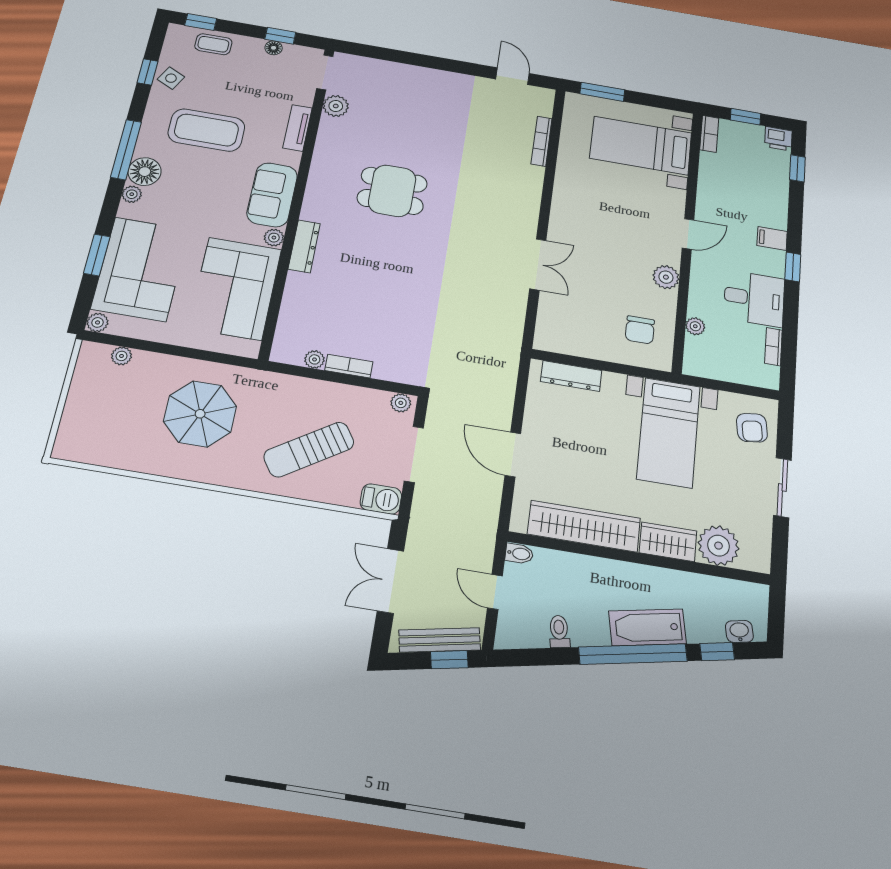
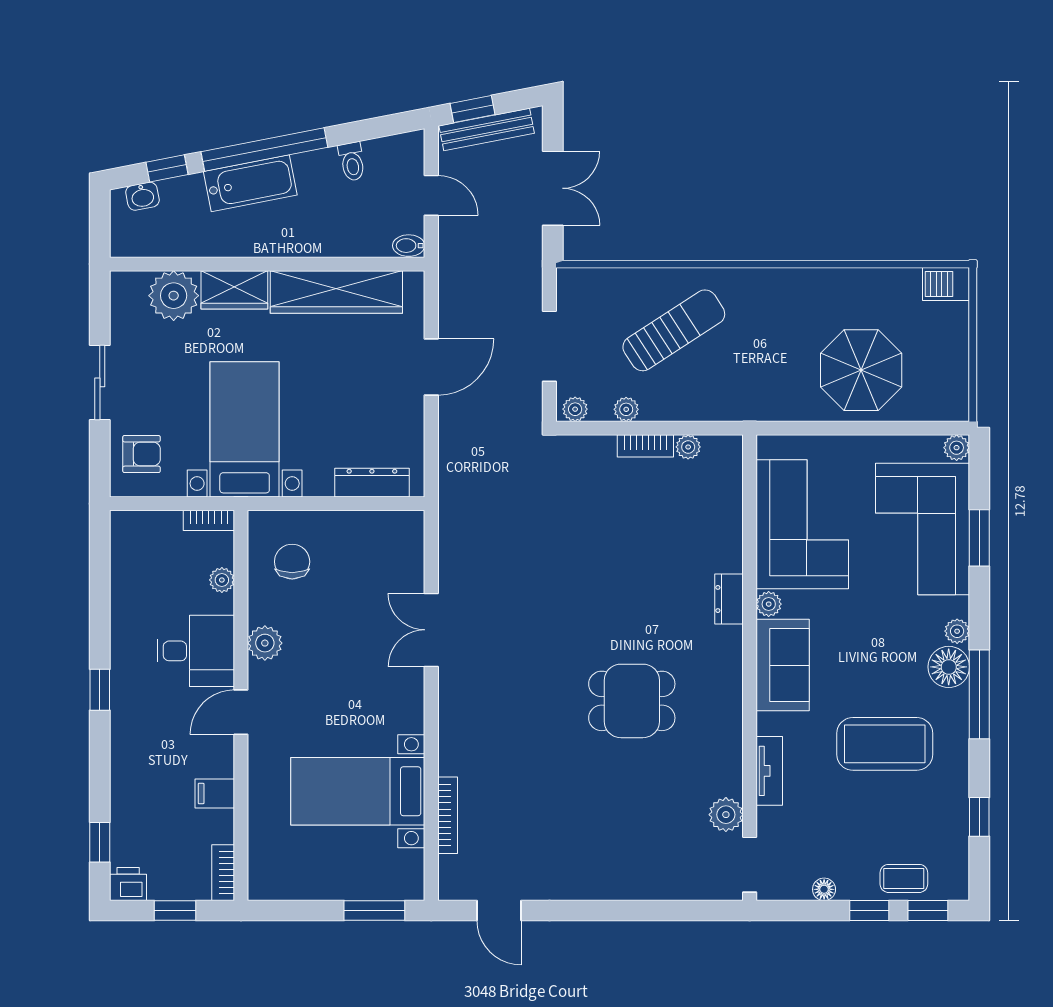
window: (280, 36) -> (869, 911), moved
side table: (171, 78) -> (947, 814), removed
bed with nightstands: (641, 146) -> (358, 791), moved, turned 180
filing cabinet: (772, 238) -> (215, 794), moved, turned 180
dresser: (304, 246) -> (729, 599), width x0.70
desk: (754, 298) -> (196, 651), moved, turned 180
bookcase: (773, 347) -> (209, 520), moved, turned 90
plant: (122, 356) -> (626, 409), moved
parasol: (200, 414) -> (861, 370), moved
armchair: (752, 428) -> (142, 454), turned 98
door: (513, 454) -> (431, 367), hinge flipped
barbecue: (381, 499) -> (946, 284), moved

